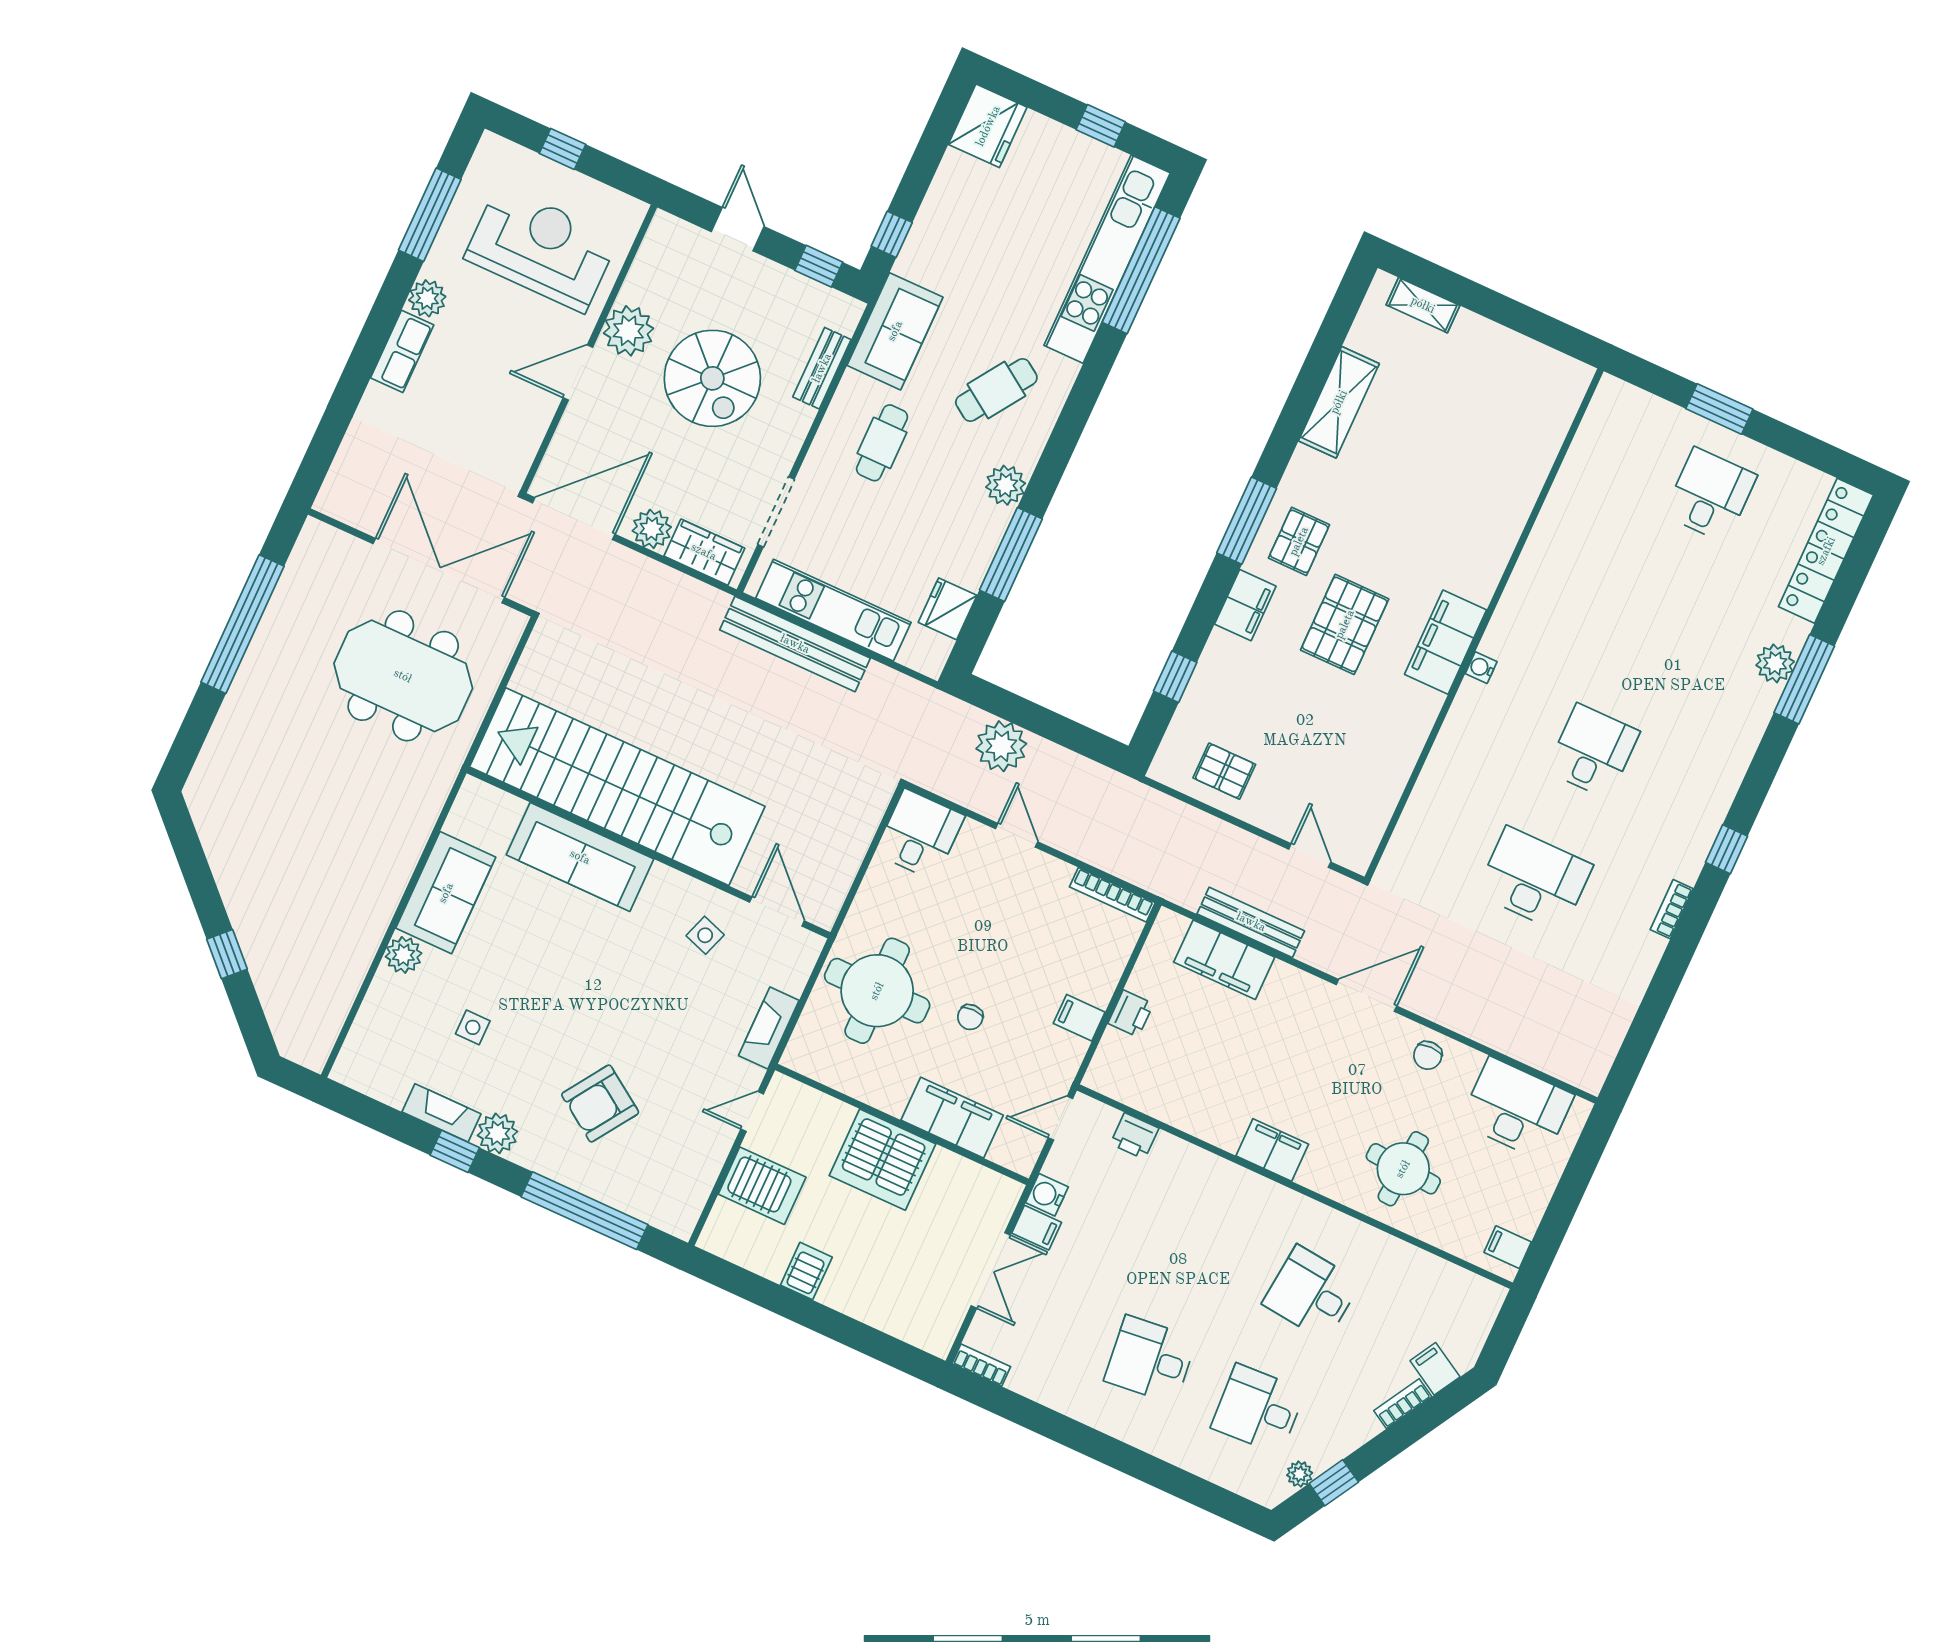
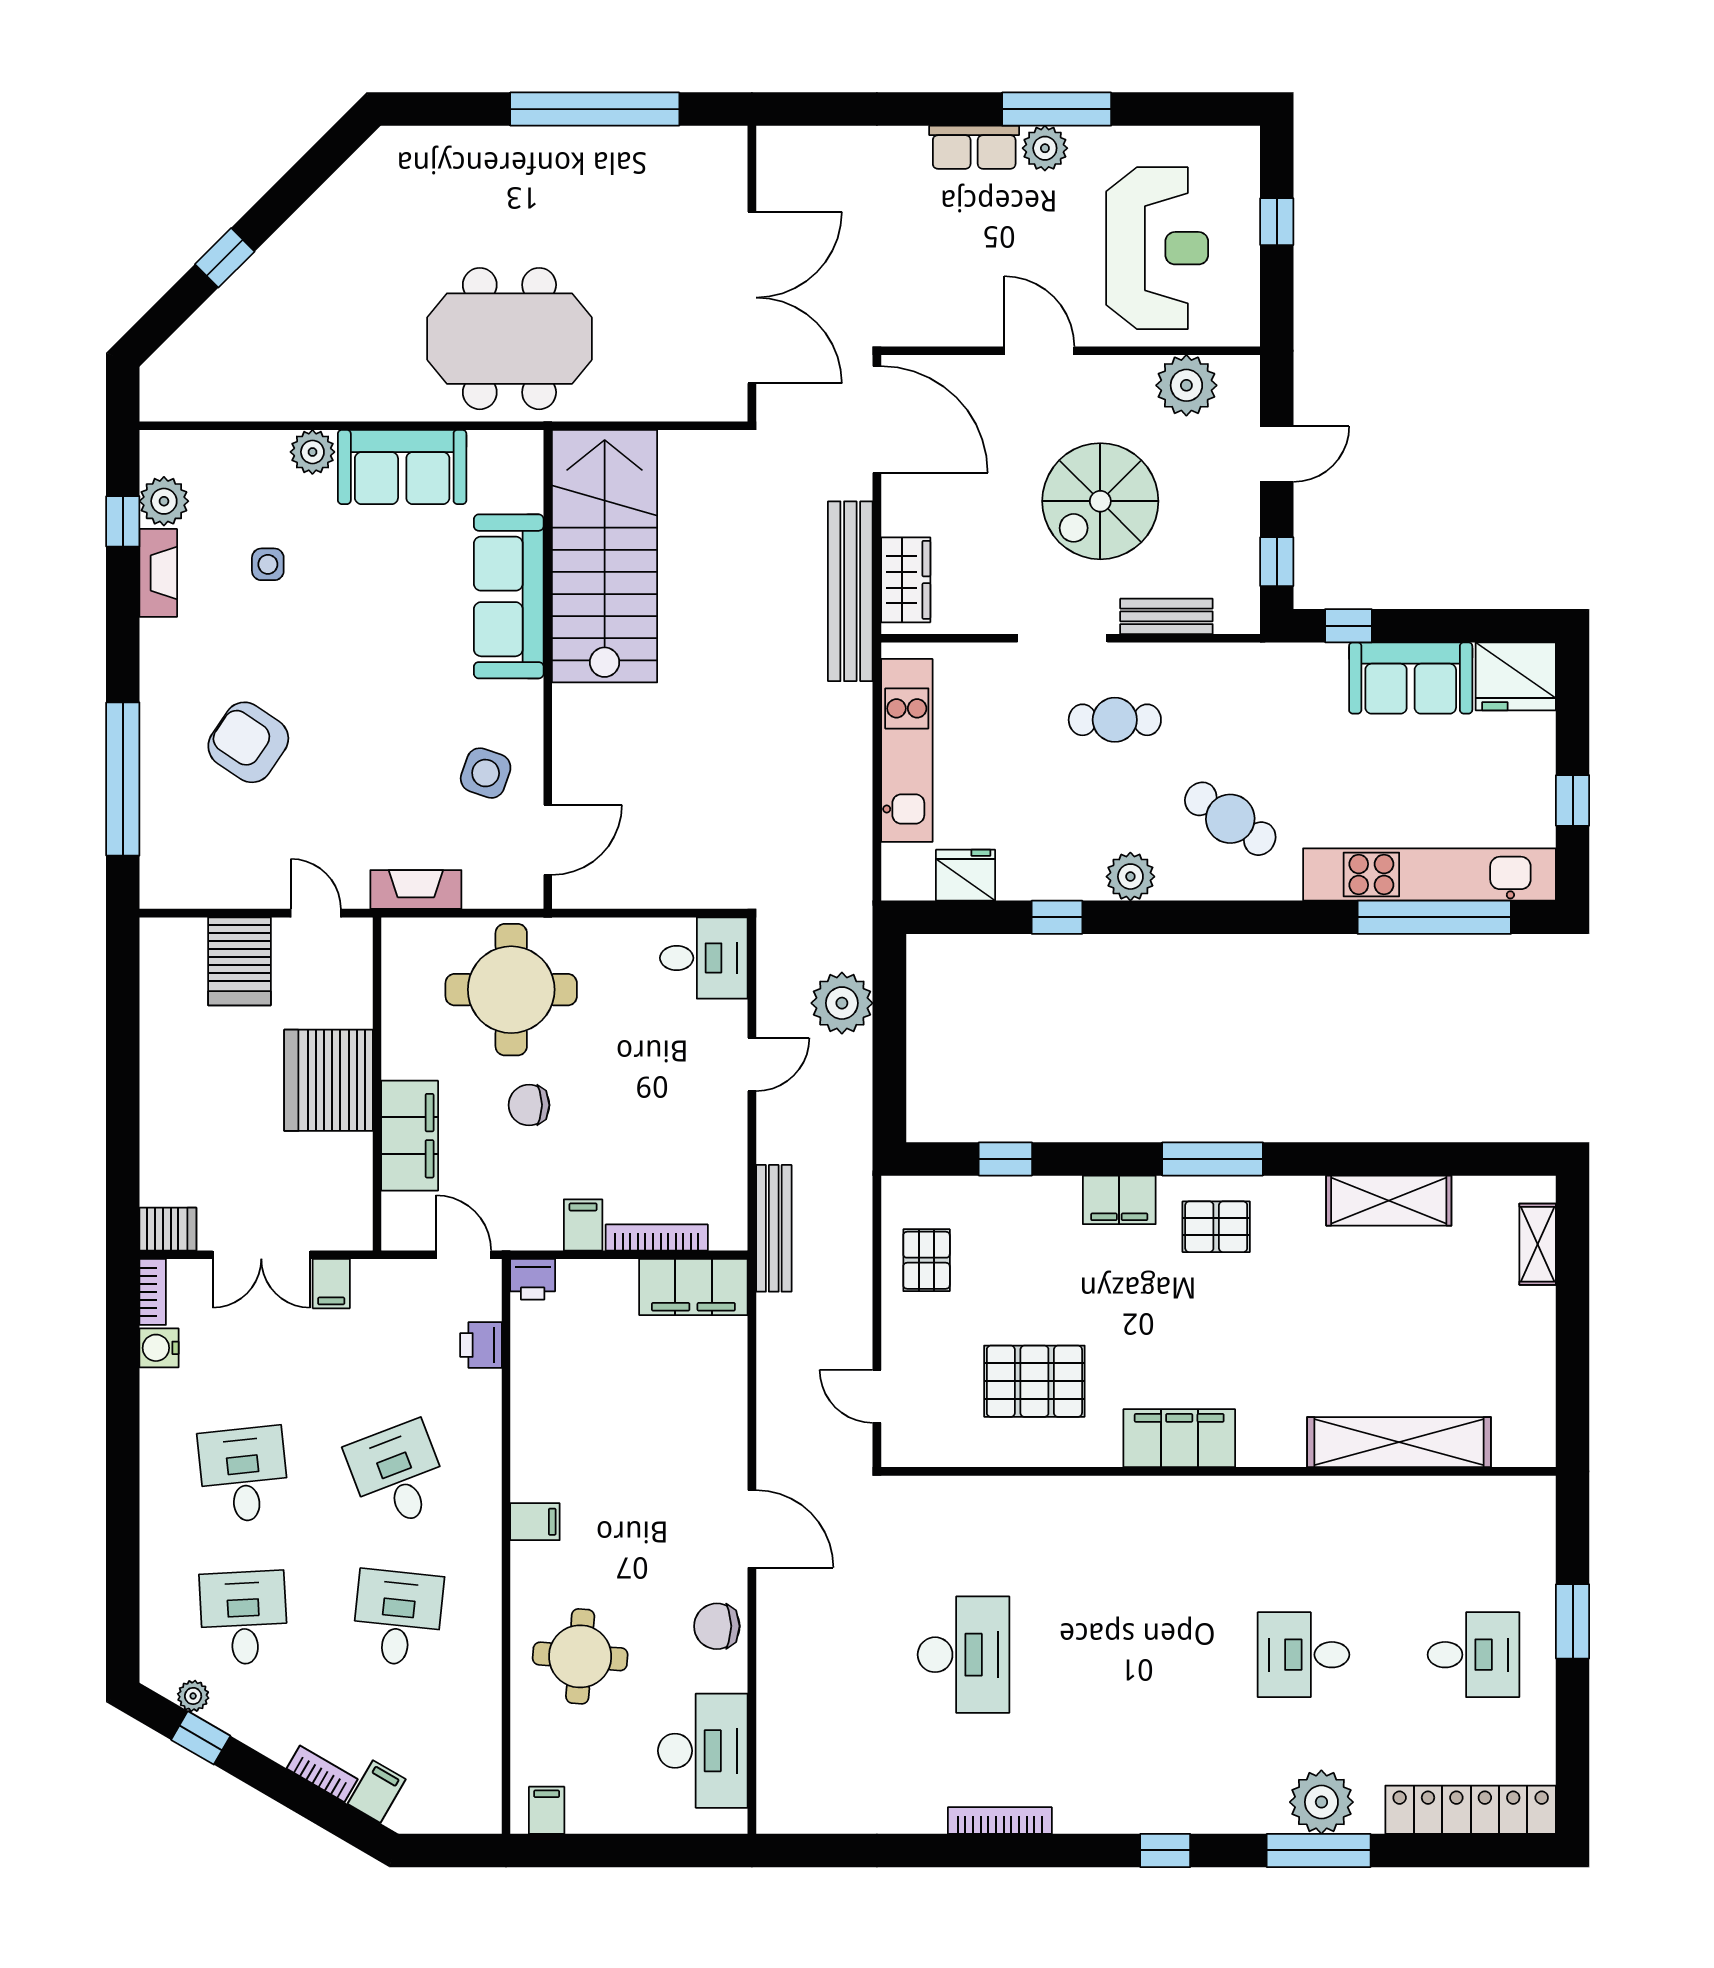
window: (430, 215) -> (1057, 109), moved
plant: (629, 331) -> (1186, 385), moved
sofa: (895, 331) -> (1411, 678), moved
shelving: (1524, 478) -> (1399, 1442), added
doorway: (776, 512) -> (1062, 638), moved
plant: (652, 529) -> (905, 510), removed
window: (1011, 554) -> (1057, 917), width x0.46
pallet: (1345, 624) -> (1034, 1381), moved
bench: (795, 644) -> (850, 591), moved
plant: (1775, 663) -> (1321, 1802), width x1.36, depth x1.36
water cooler: (1481, 668) -> (1169, 1490), removed
meeting table: (403, 676) -> (509, 339), moved, turned 90
desk: (1593, 751) -> (1303, 1655), moved, turned 180
stairs: (617, 787) -> (605, 556), width x0.73
window: (1726, 849) -> (1165, 1850), moved
door: (1310, 856) -> (877, 1396), swing flipped
bookcase: (1112, 895) -> (657, 1237), moved, turned 90
bookcase: (1672, 909) -> (1000, 1820), width x1.56
bench: (1251, 922) -> (774, 1228), moved
side table: (705, 935) -> (486, 773), width x1.37, depth x1.37
filing cabinet: (1224, 960) -> (693, 1287), moved, turned -90
printer: (1131, 1014) -> (533, 1279), moved
chair: (970, 1017) -> (529, 1105), width x1.37, depth x1.37
chair: (1428, 1055) -> (717, 1626), width x1.37, depth x1.37
plant: (498, 1133) -> (164, 501), moved
filing cabinet: (1272, 1150) -> (535, 1522), width x0.50
window: (455, 1151) -> (123, 521), moved
water cooler: (1047, 1195) -> (159, 1348), moved, turned -90
desk: (1204, 1244) -> (398, 1475), added
server rack: (806, 1271) -> (168, 1229), moved

